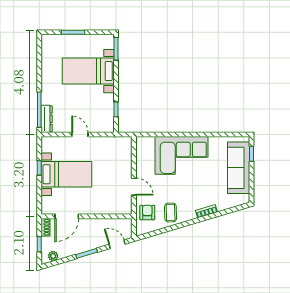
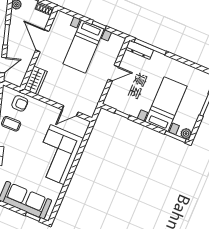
plant: (109, 40) -> (186, 134), added
door: (134, 187) -> (70, 111), moved
wardrobe: (119, 207) -> (36, 80), added
door: (67, 216) -> (42, 41), moved

